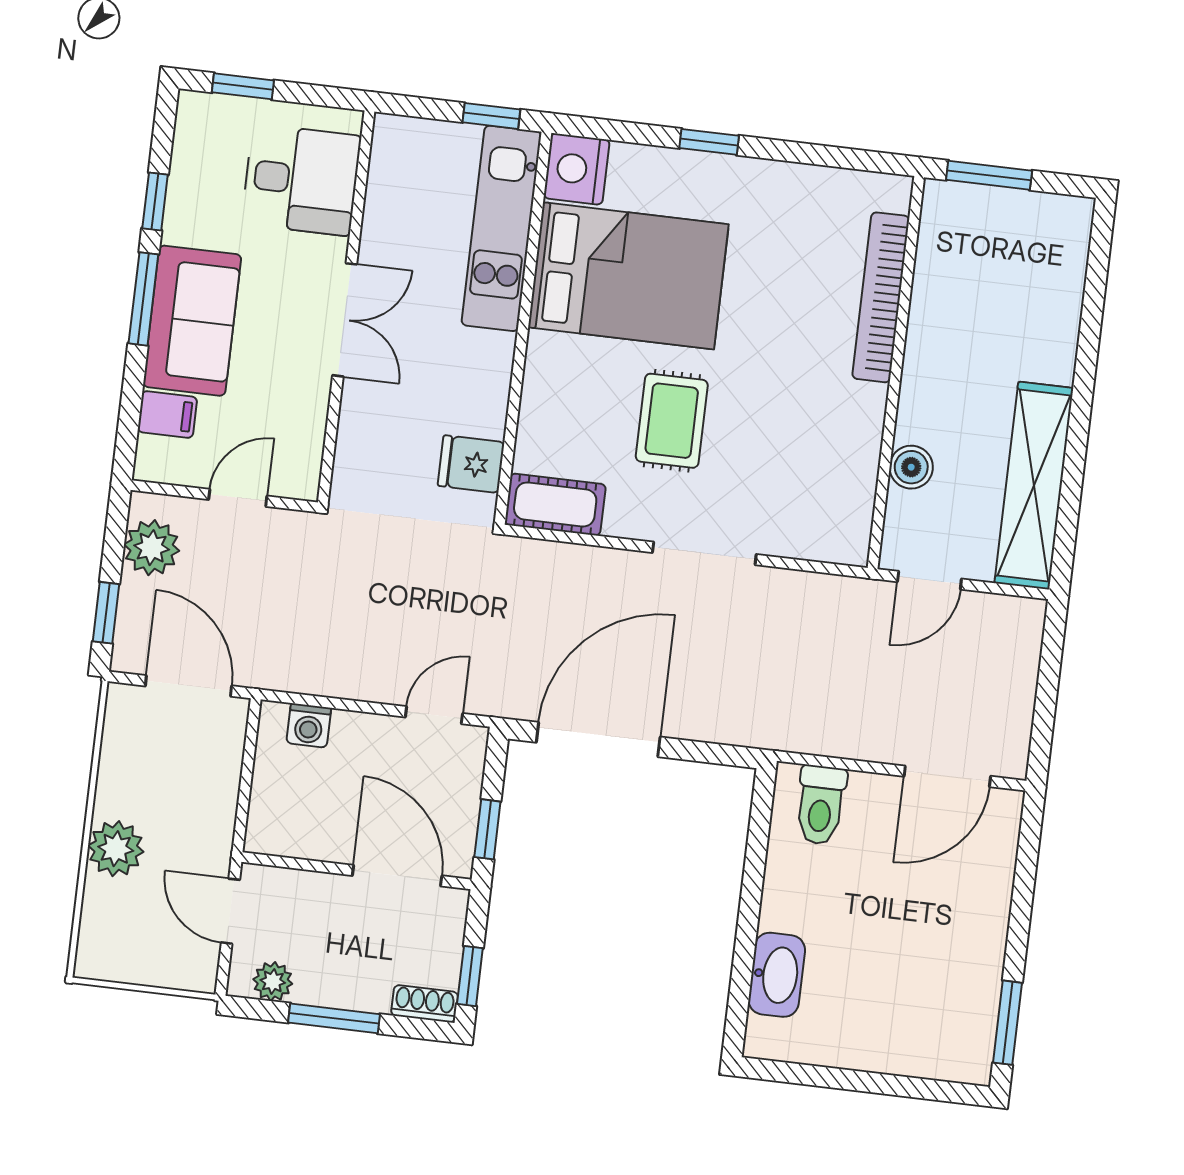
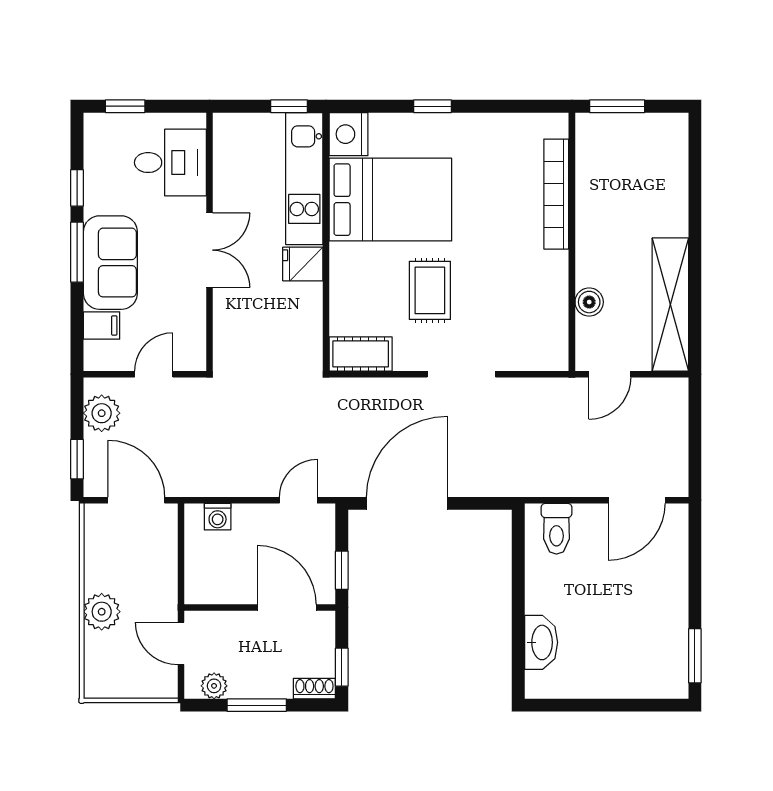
fridge: (471, 464) -> (303, 264), moved

